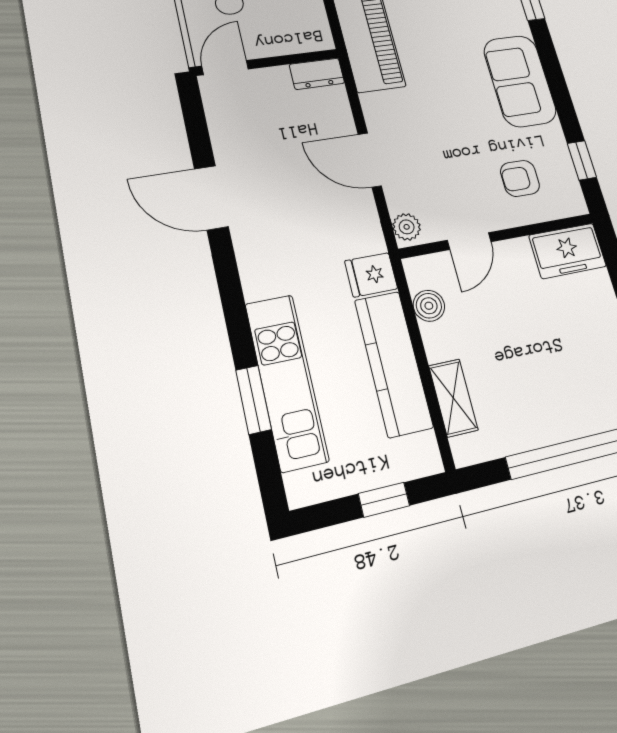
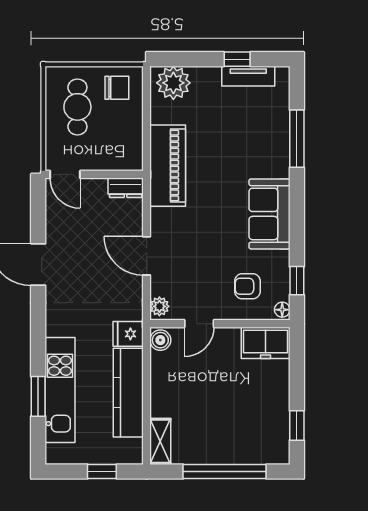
door: (225, 68) -> (65, 174), swing flipped
floor lamp: (575, 202) -> (282, 310), added
boiler: (429, 306) -> (160, 340), moved
shelving: (453, 398) -> (160, 441), moved

